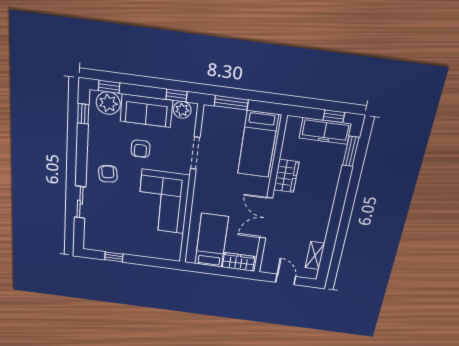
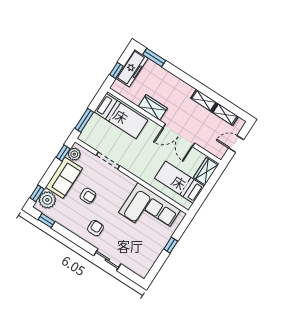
window: (334, 116) -> (116, 70), moved
armchair: (108, 174) -> (95, 228), turned 97
corner sofa: (163, 202) -> (150, 211), moved
shelving: (321, 227) -> (204, 100), added
window: (114, 257) -> (171, 245), moved

